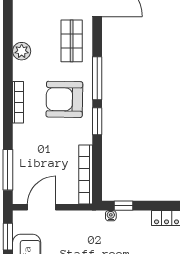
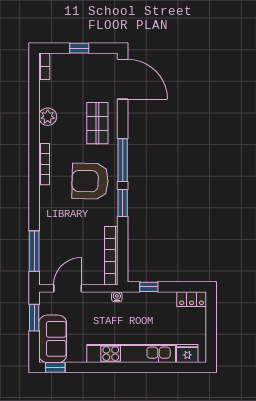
plant: (22, 51) -> (48, 117), moved
bookcase: (18, 102) -> (44, 164), moved
water cooler: (111, 216) -> (117, 297), moved

